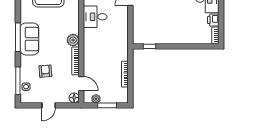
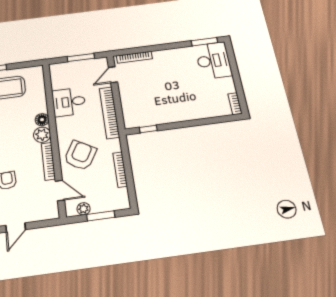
printer: (213, 20) -> (228, 85), removed
bookcase: (124, 30) -> (109, 113), added
armchair: (98, 60) -> (80, 155), added
floor lamp: (74, 98) -> (42, 120), moved

